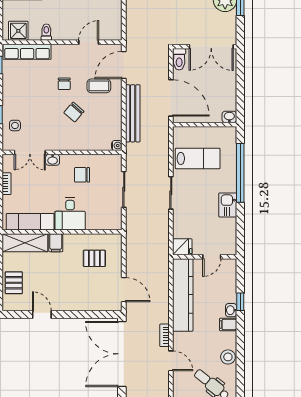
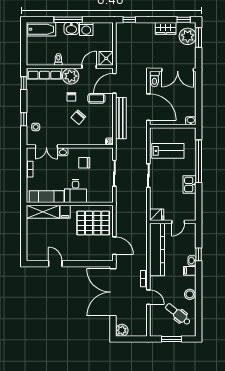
shower: (18, 31) -> (106, 58), moved
plant: (63, 55) -> (71, 76), added
pallet: (94, 258) -> (93, 223), width x2.05, depth x2.00
pallet: (14, 283) -> (35, 241), removed

